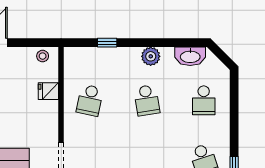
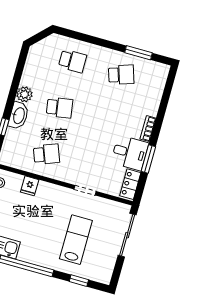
washbasin: (190, 56) -> (19, 116), moved
school desk: (90, 100) -> (46, 154), turned -33

